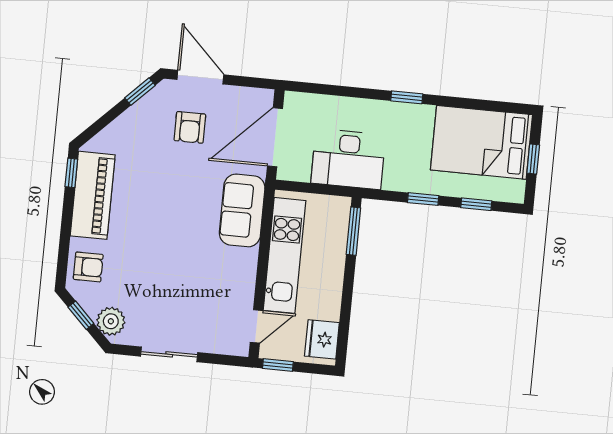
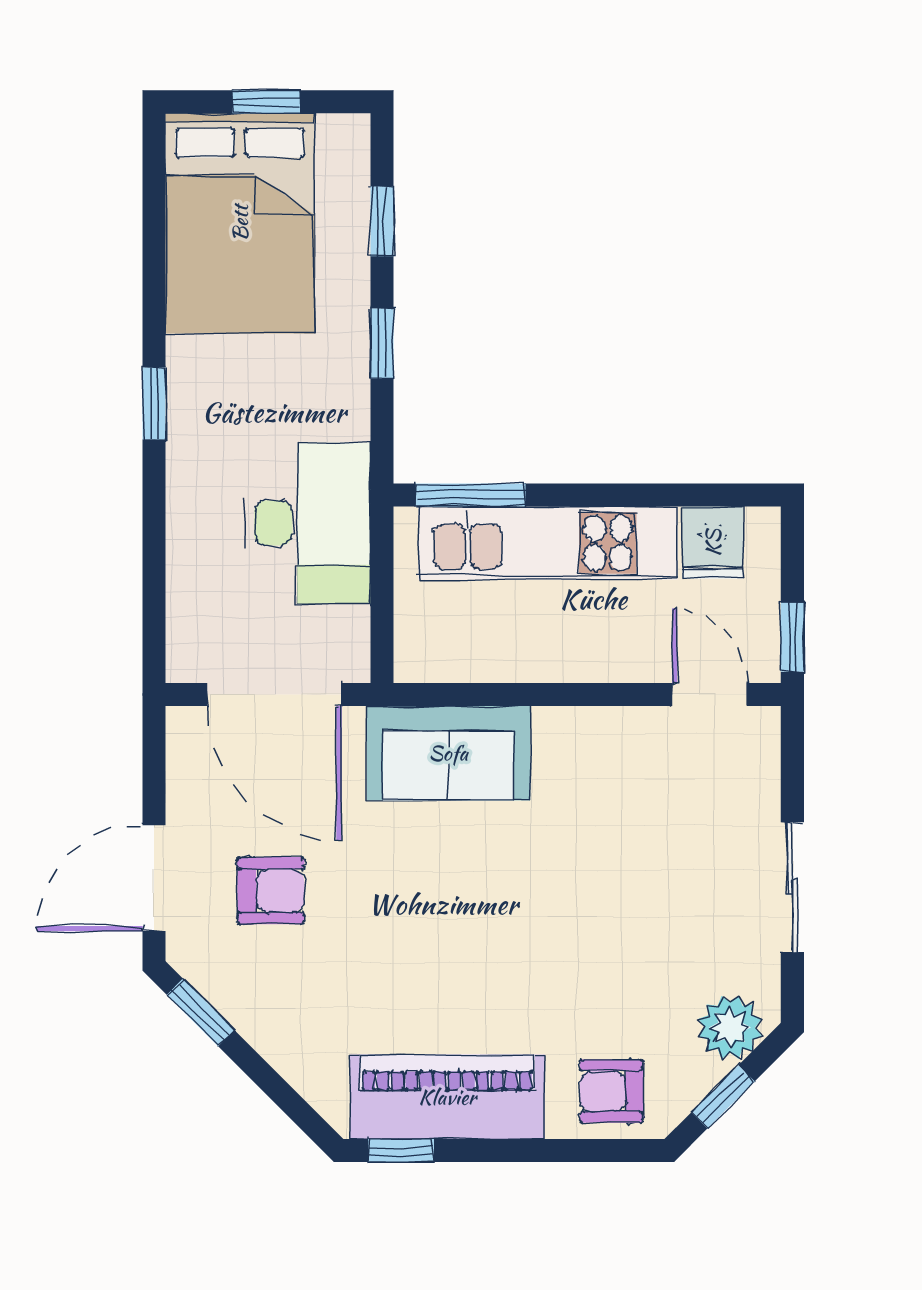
kitchen unit: (284, 255) -> (548, 543), moved, turned 180
armchair: (88, 267) -> (611, 1091), turned -90
fridge: (322, 339) -> (713, 543), width x0.72

